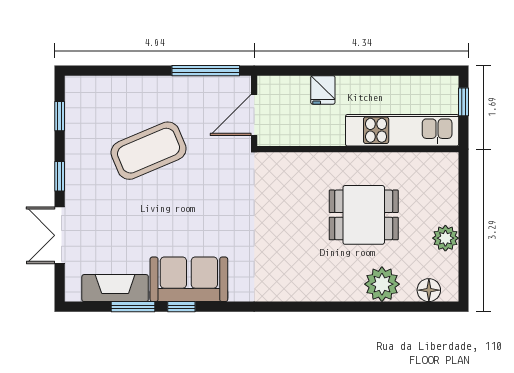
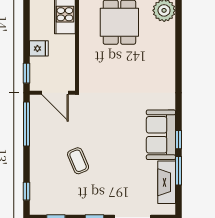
window: (101, 71) -> (27, 191), added
window: (285, 71) -> (27, 73), added
coffee table: (149, 151) -> (78, 161), width x0.54, depth x0.58

